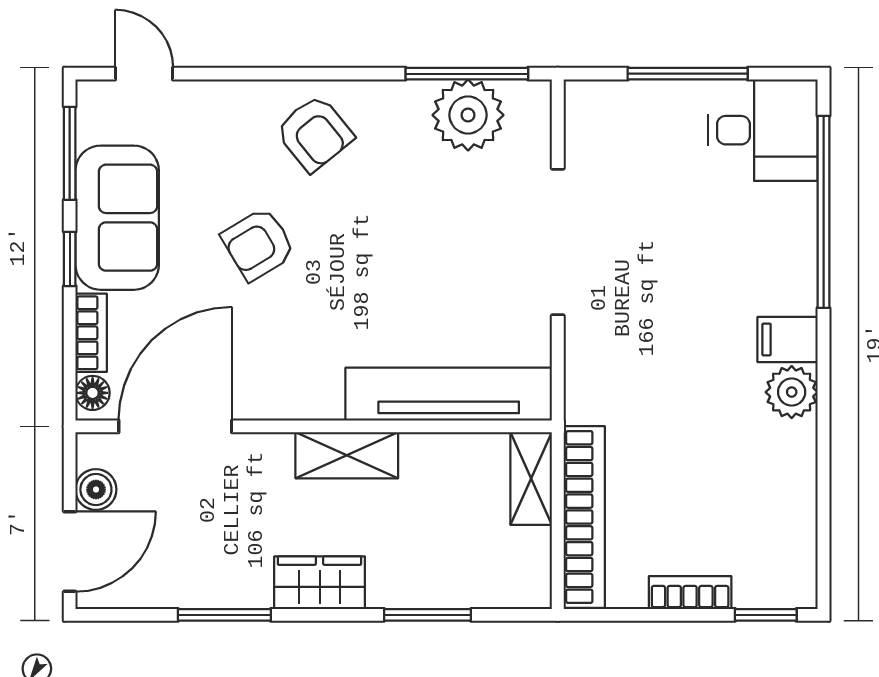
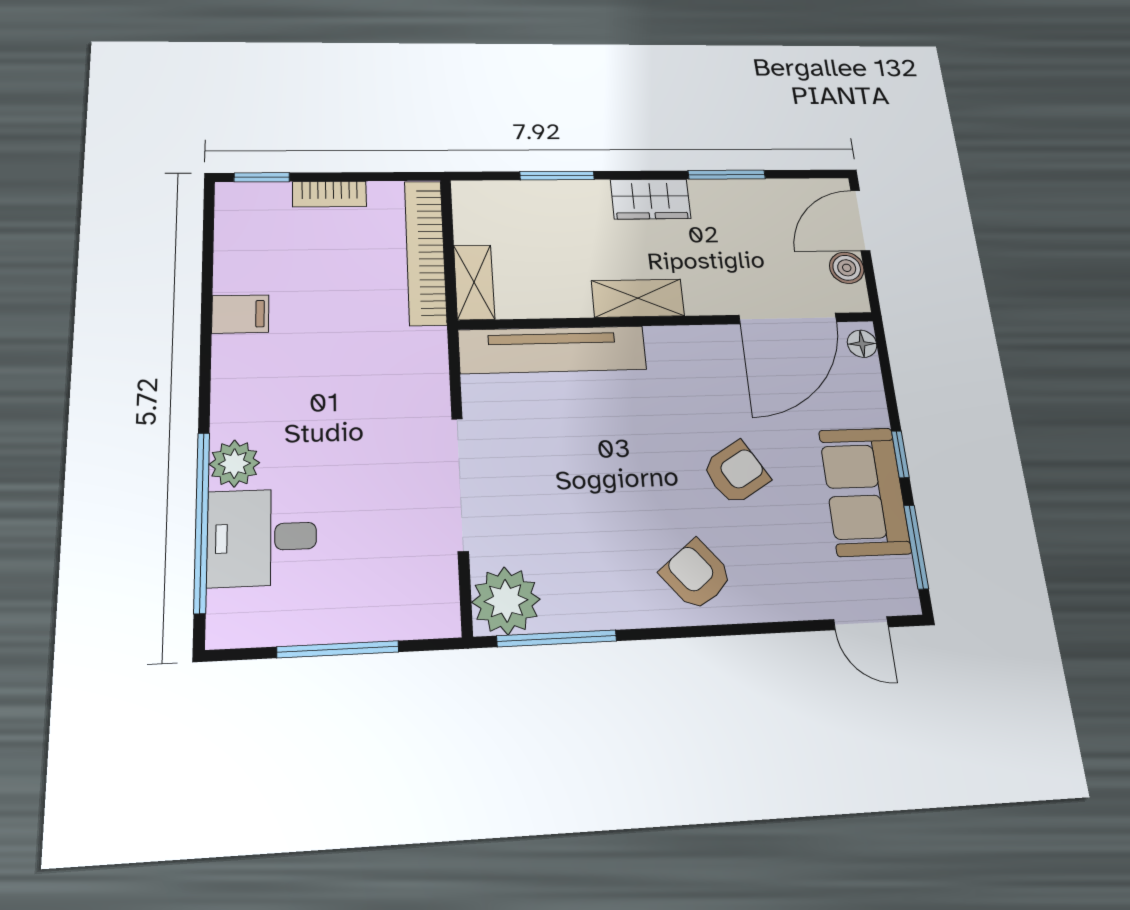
plant: (468, 115) -> (506, 601), moved
desk: (763, 130) -> (262, 537), moved
bookcase: (91, 333) -> (871, 393), removed
filing cabinet: (788, 339) -> (240, 314), moved
plant: (792, 392) -> (234, 464), moved

